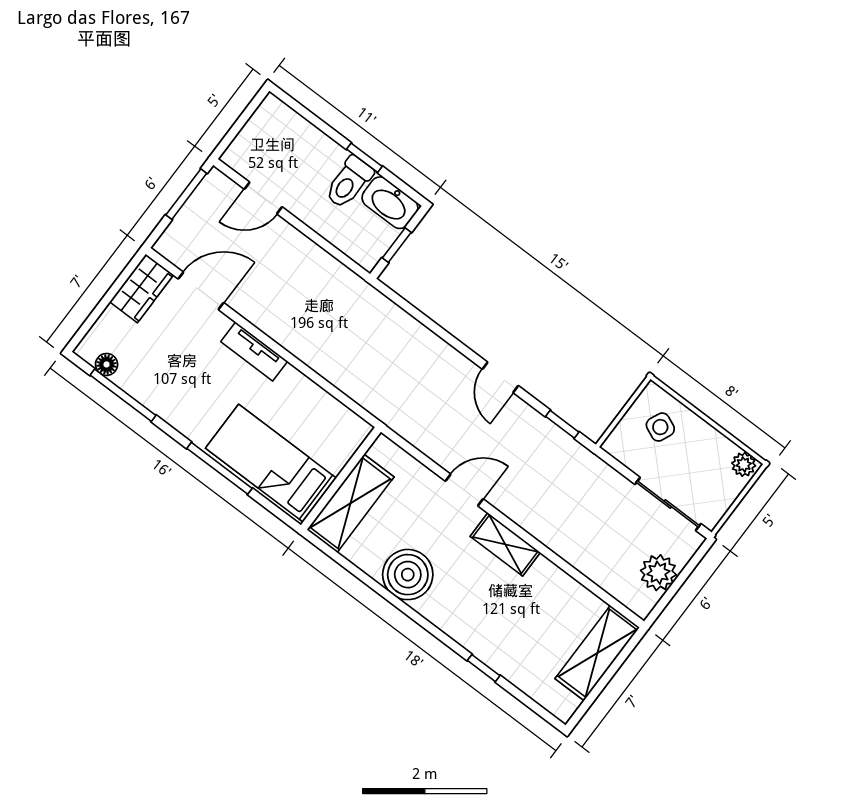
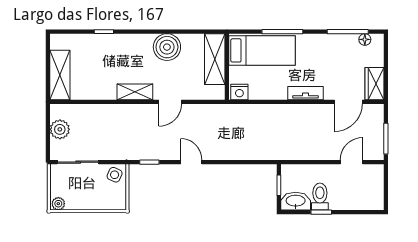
nightstand: (351, 427) -> (239, 92), added
side table: (660, 427) -> (115, 175), moved

